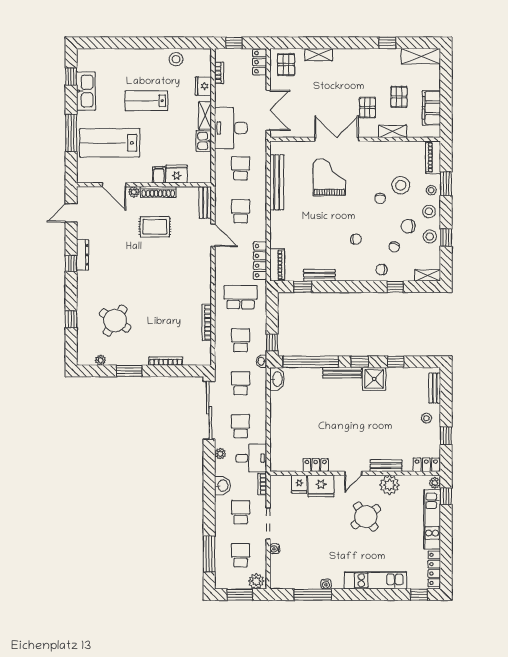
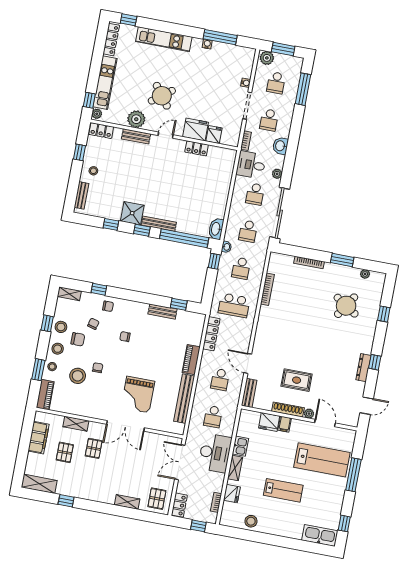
kitchen sink: (86, 91) -> (320, 536), moved, turned 90
piano: (277, 265) -> (191, 360), moved

